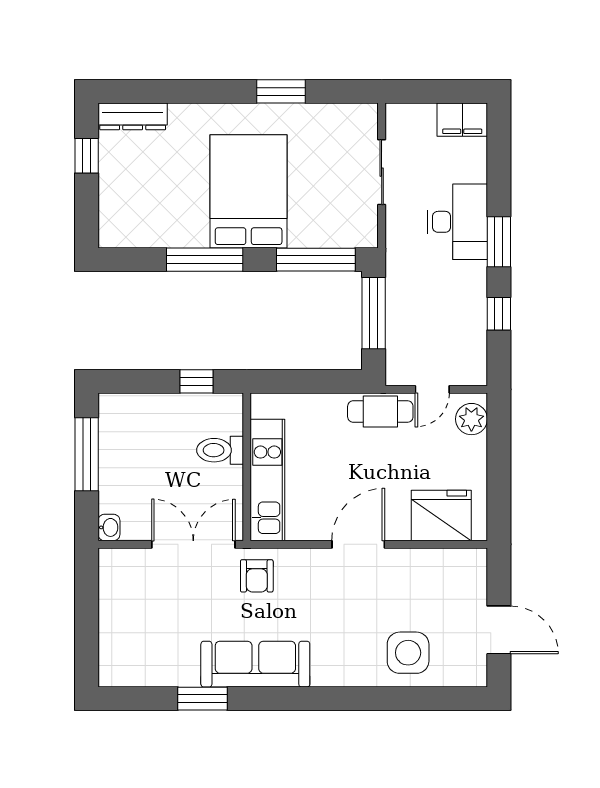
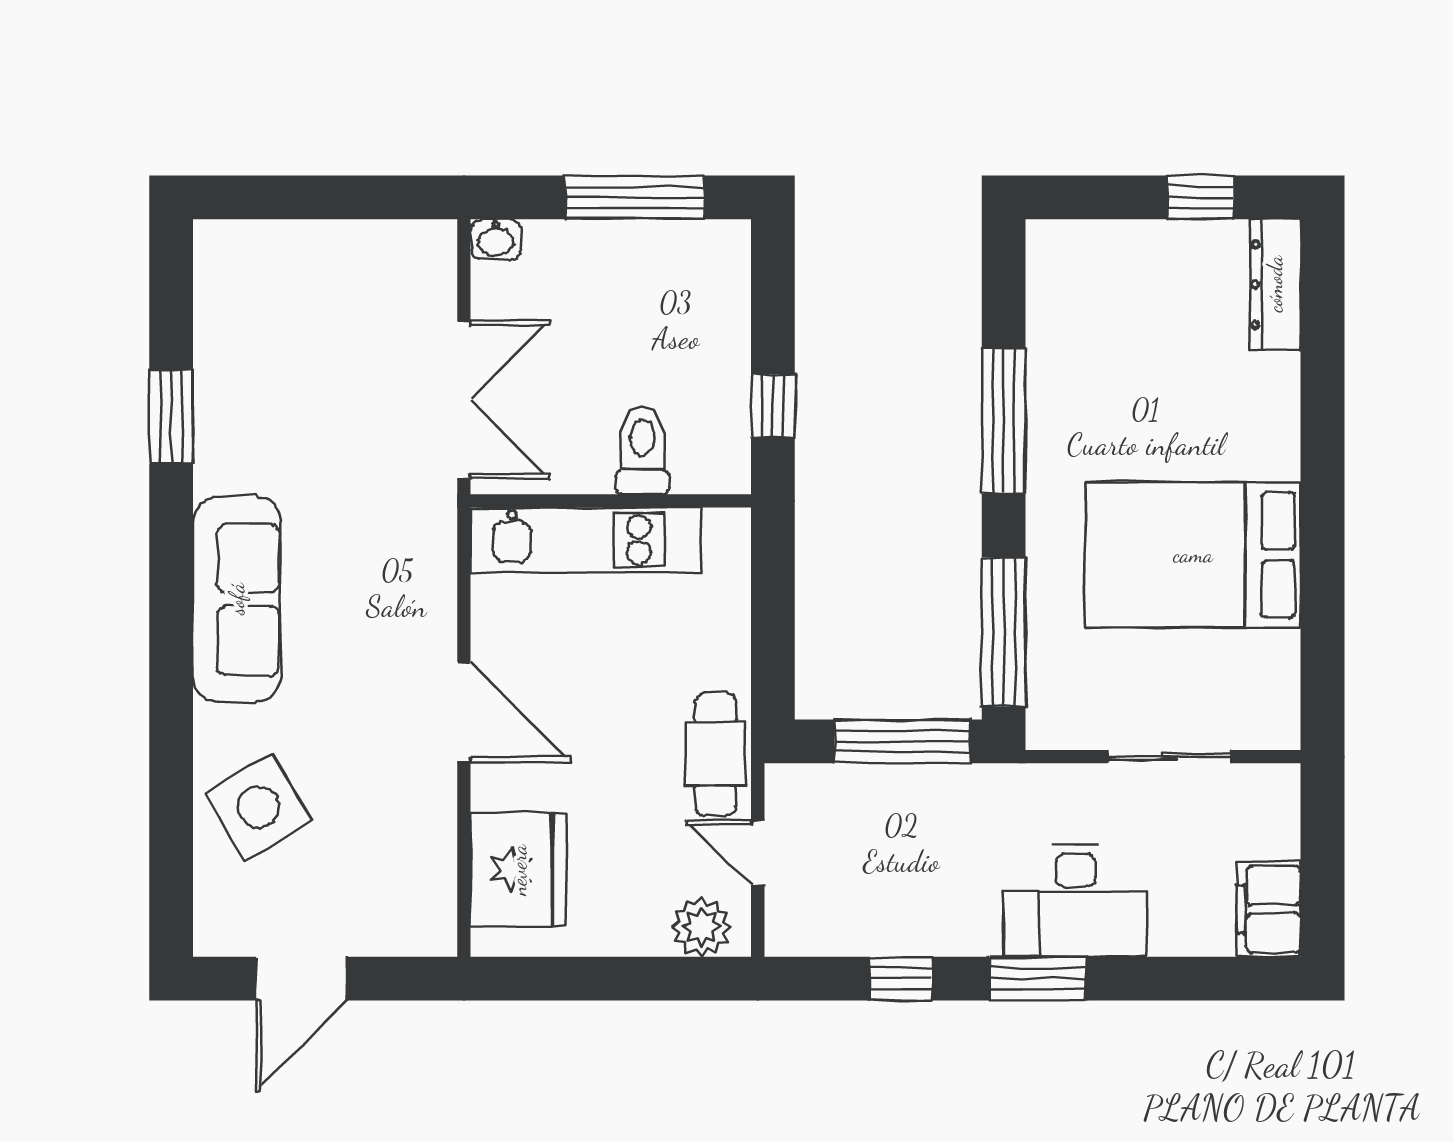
window: (281, 91) -> (1323, 566), removed
bed: (249, 191) -> (1193, 555), moved, turned 180
armchair: (257, 576) -> (404, 520), removed
side table: (408, 653) -> (258, 807), turned -31
sofa: (255, 664) -> (237, 599), moved

